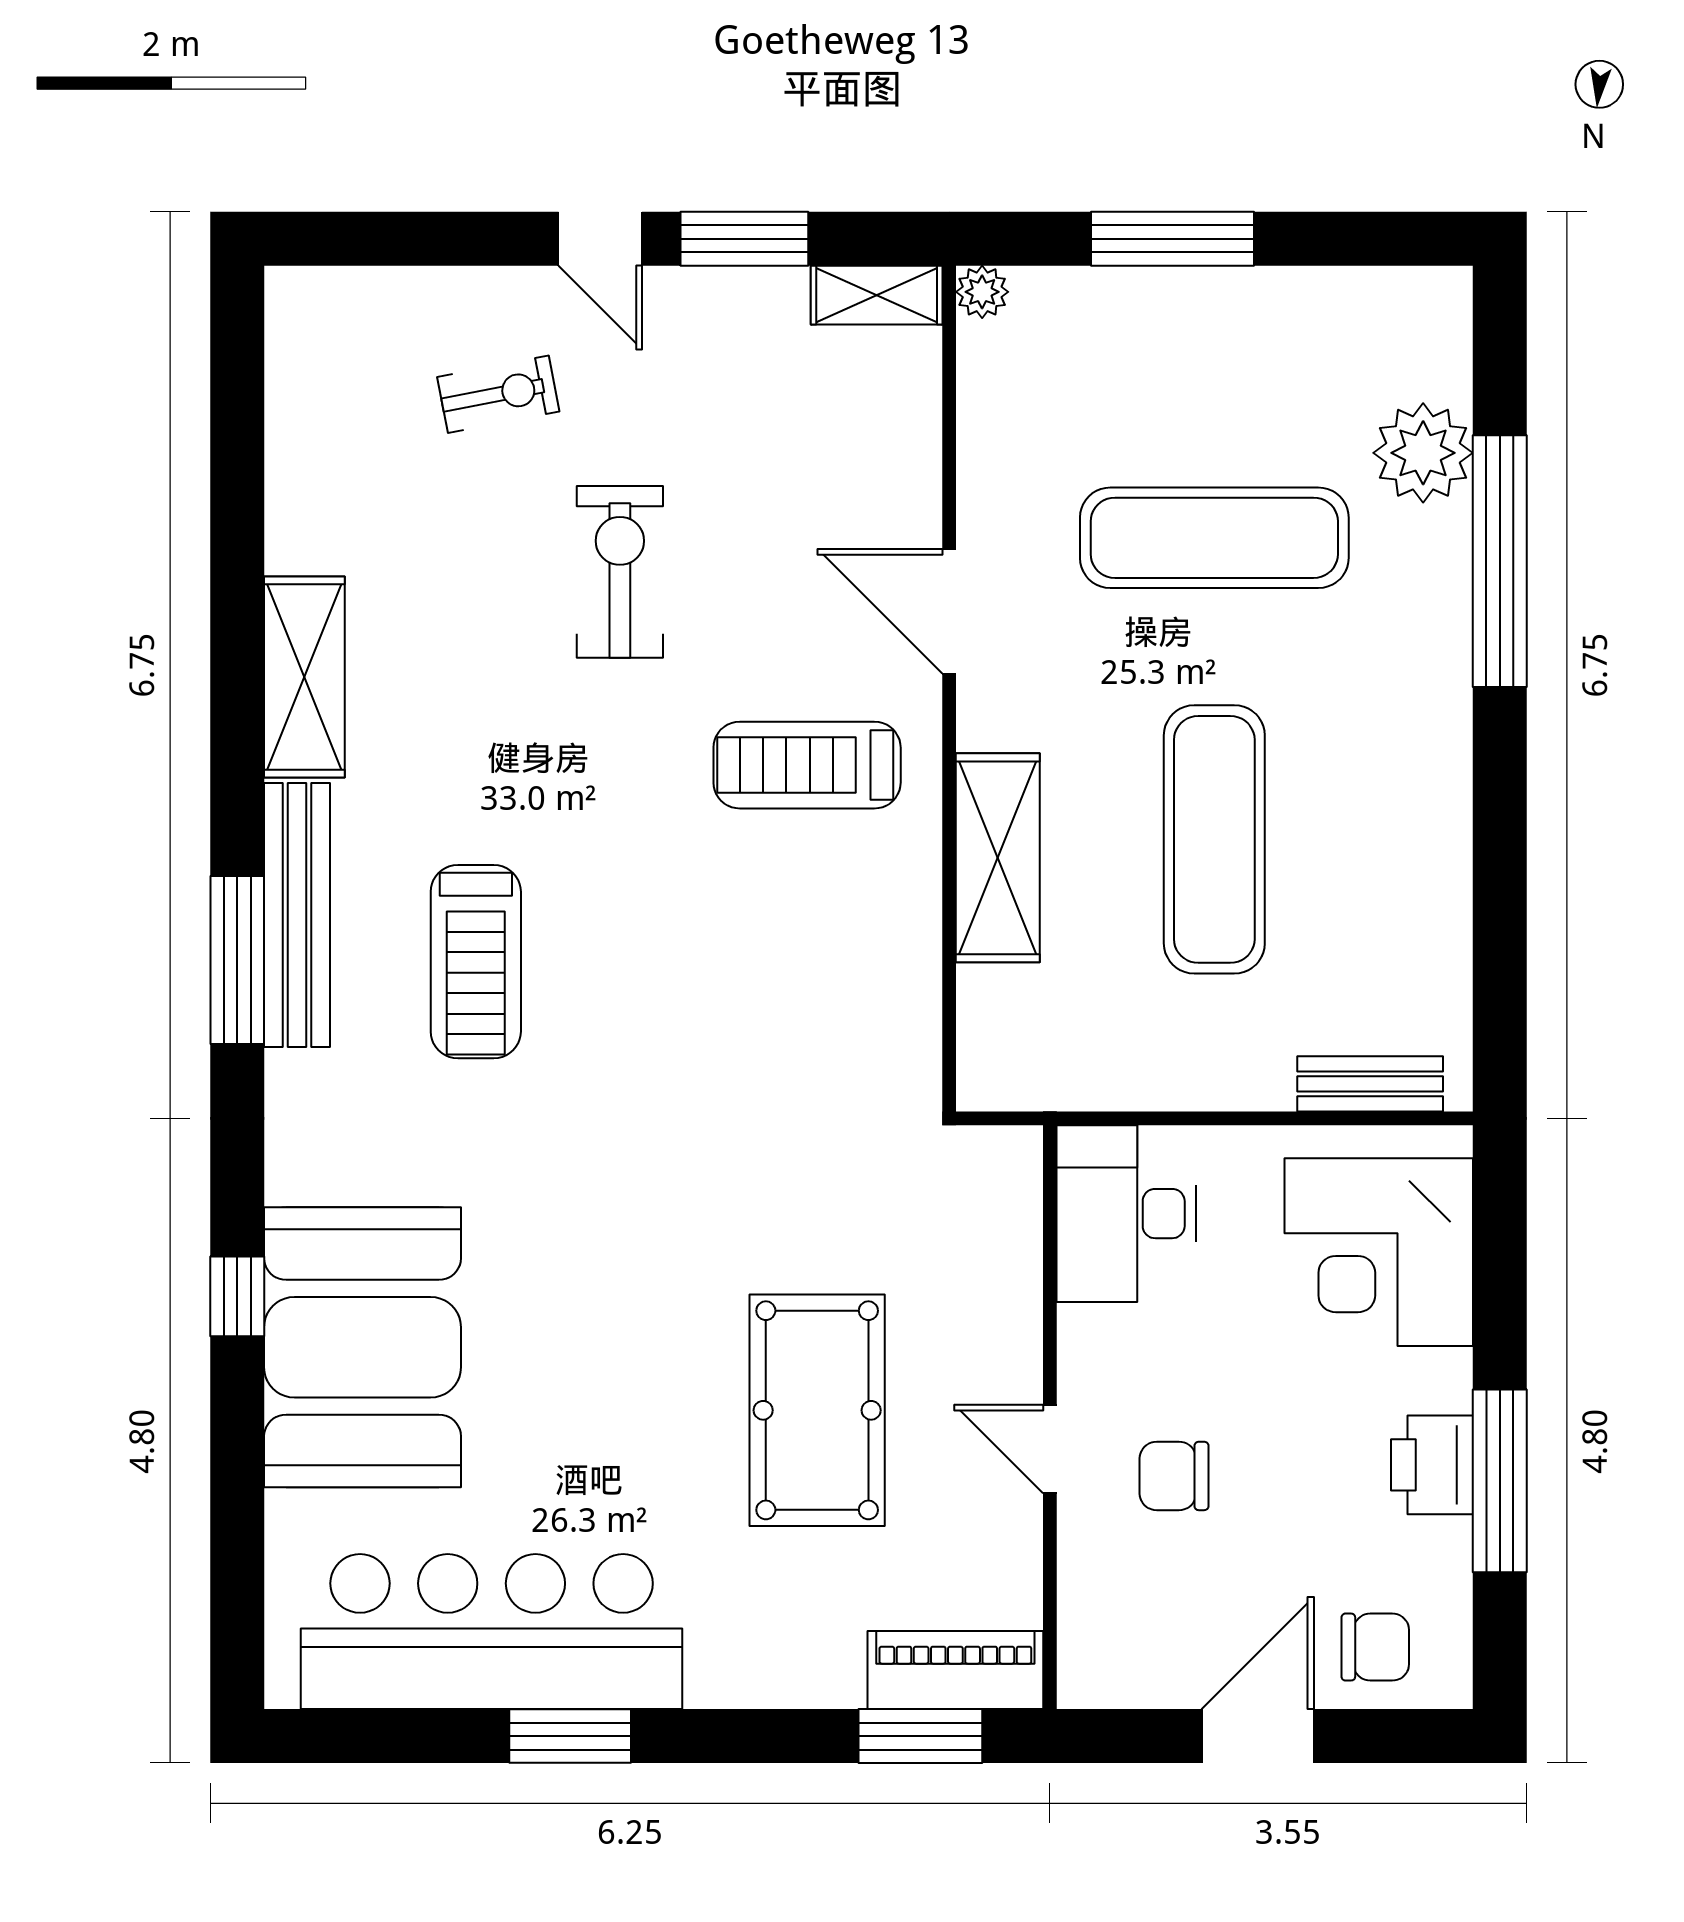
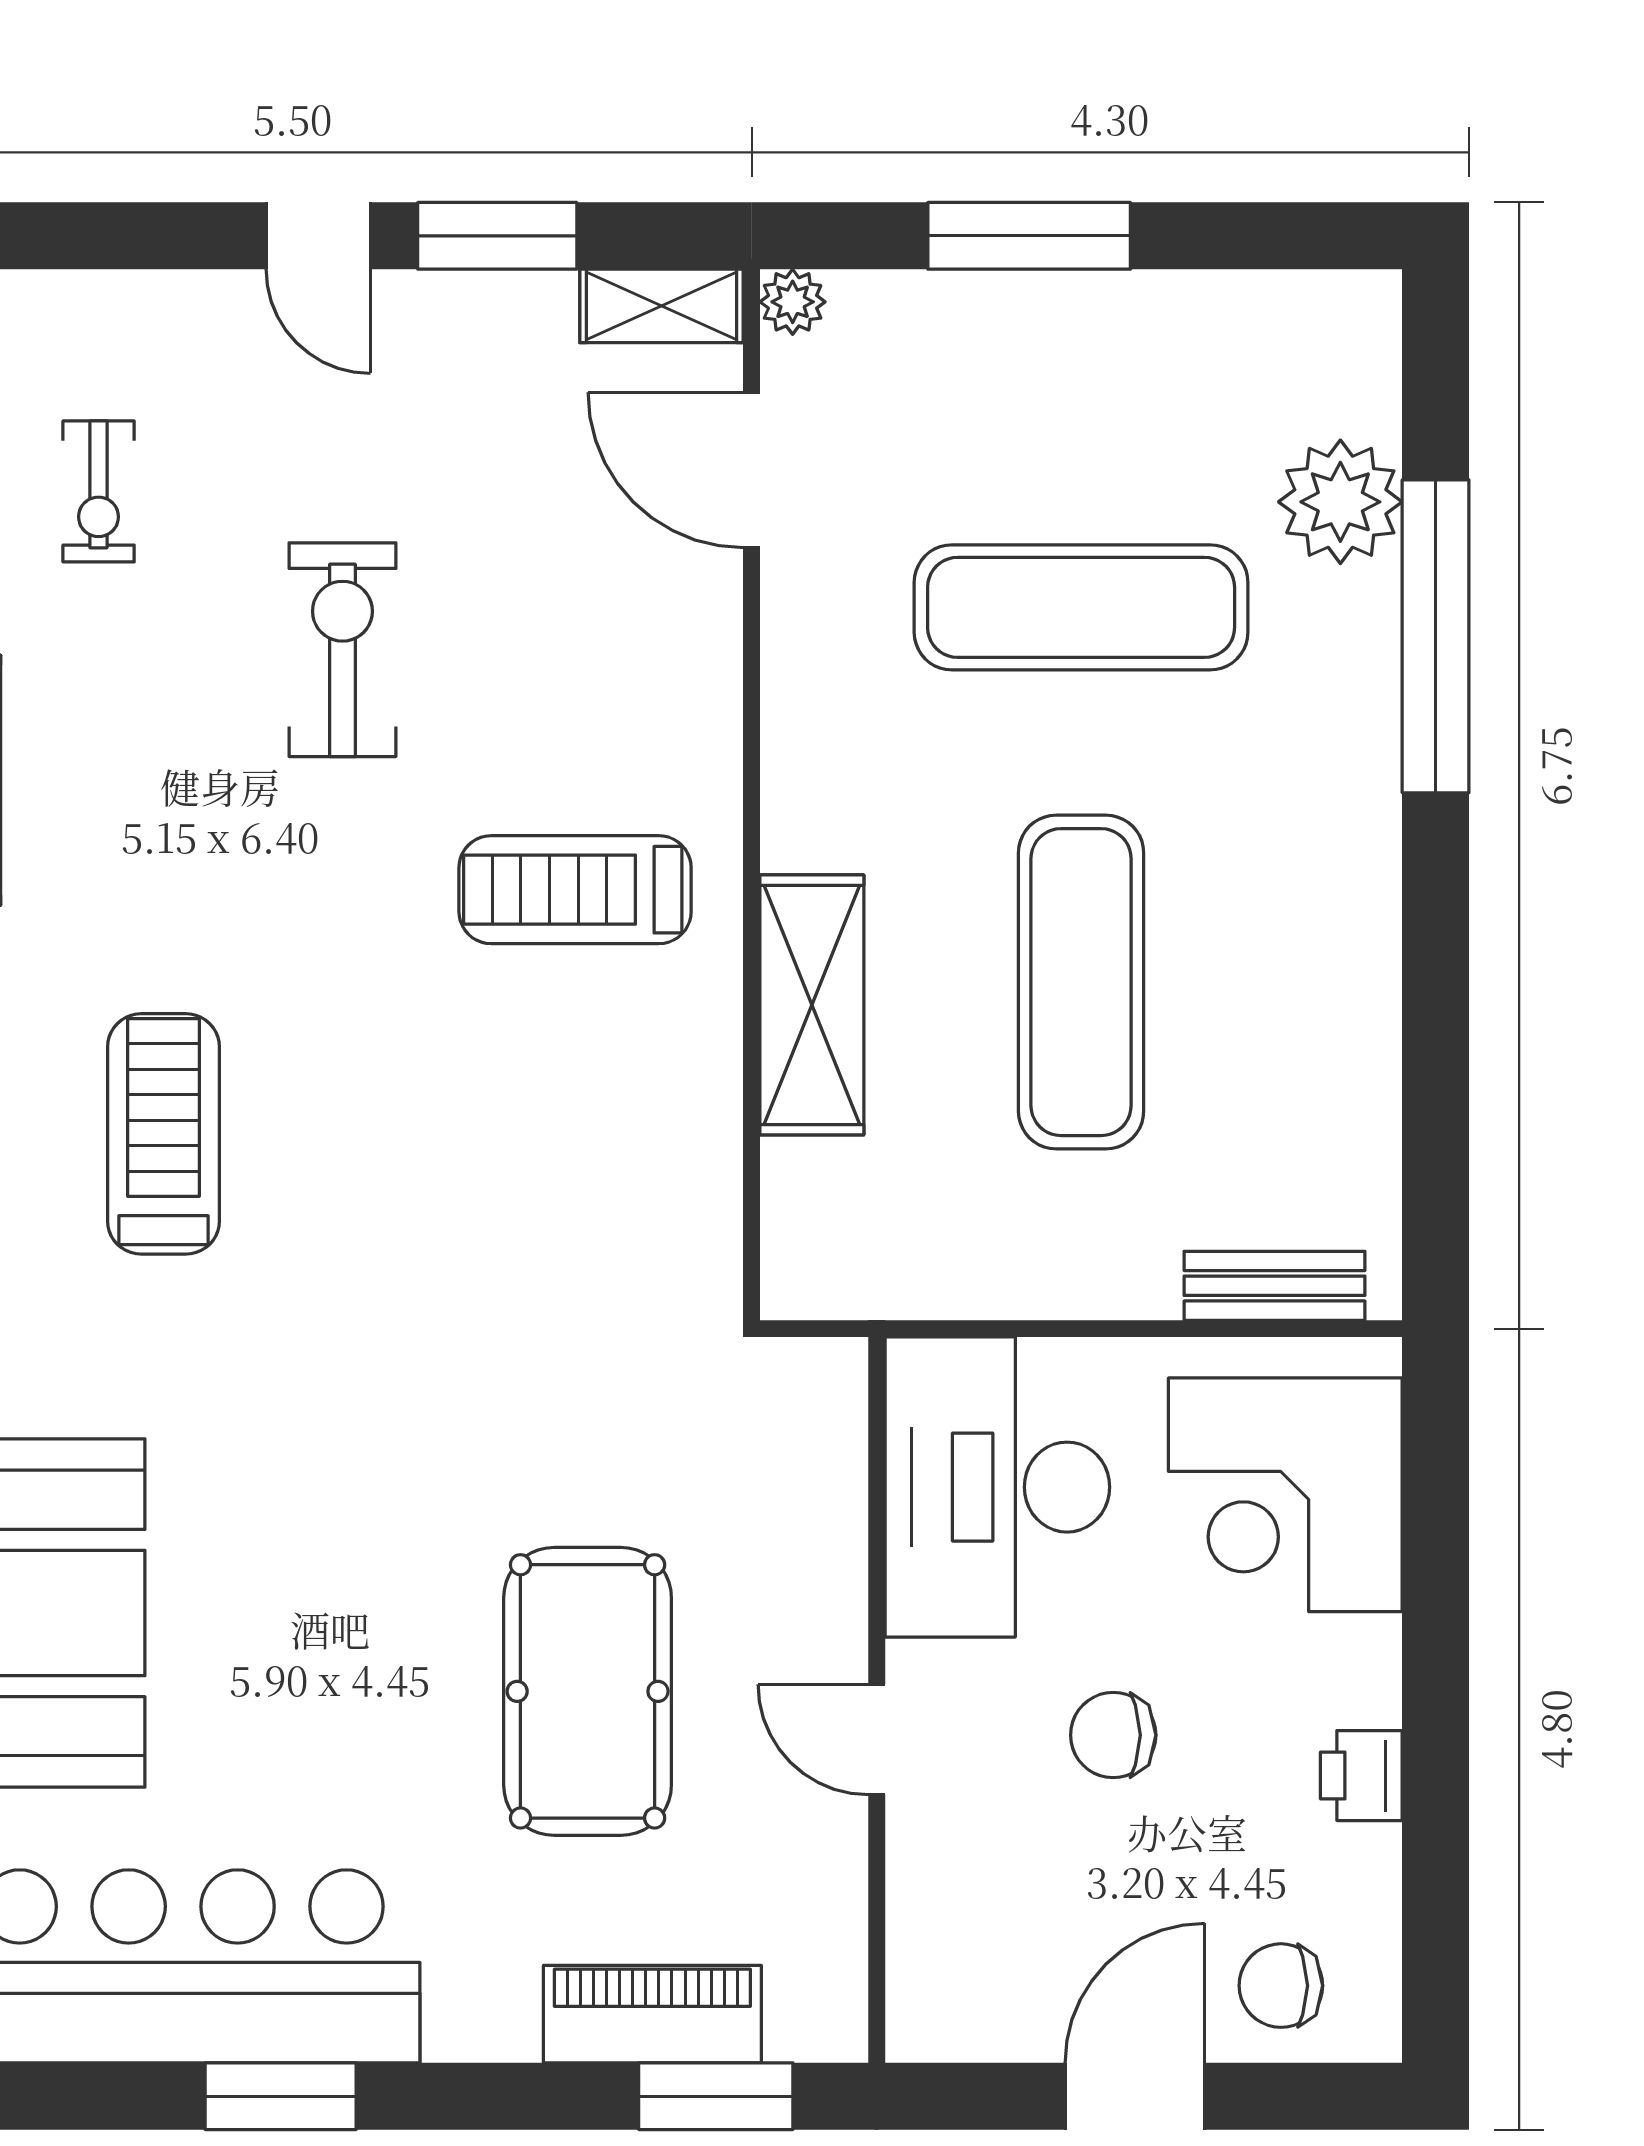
exercise bike: (498, 394) -> (99, 491), moved, turned 101
door: (949, 611) -> (752, 470), moved
treadmill: (476, 962) -> (163, 1134), turned 180
desk: (1126, 1214) -> (997, 1487), width x1.36, depth x1.30
printer: (1432, 1465) -> (1361, 1776), width x0.73, depth x0.81
chair: (1174, 1476) -> (1113, 1735), moved
window: (1500, 1481) -> (1436, 1779), removed
chair: (1375, 1647) -> (1281, 1986), turned 180
piano: (955, 1670) -> (652, 2014), moved

